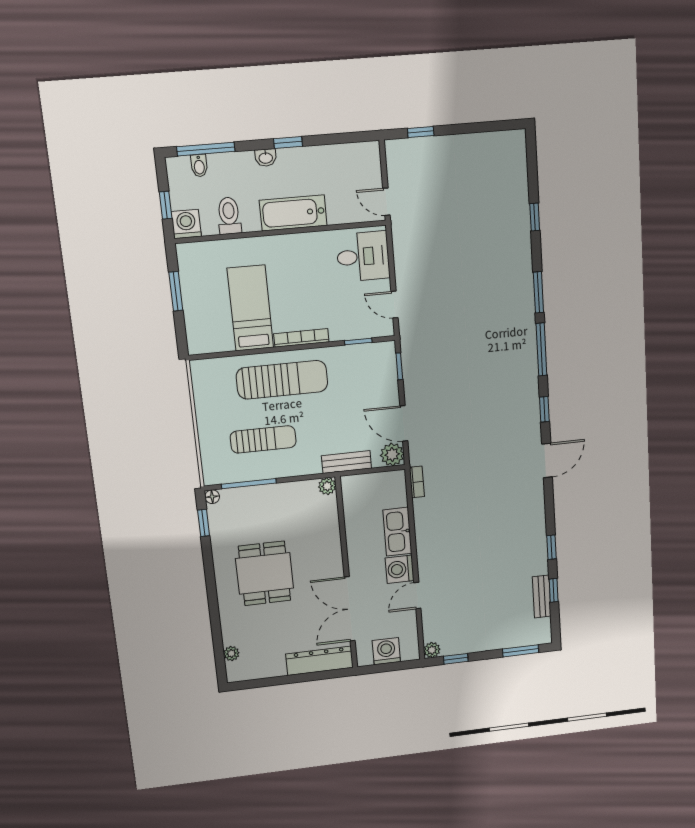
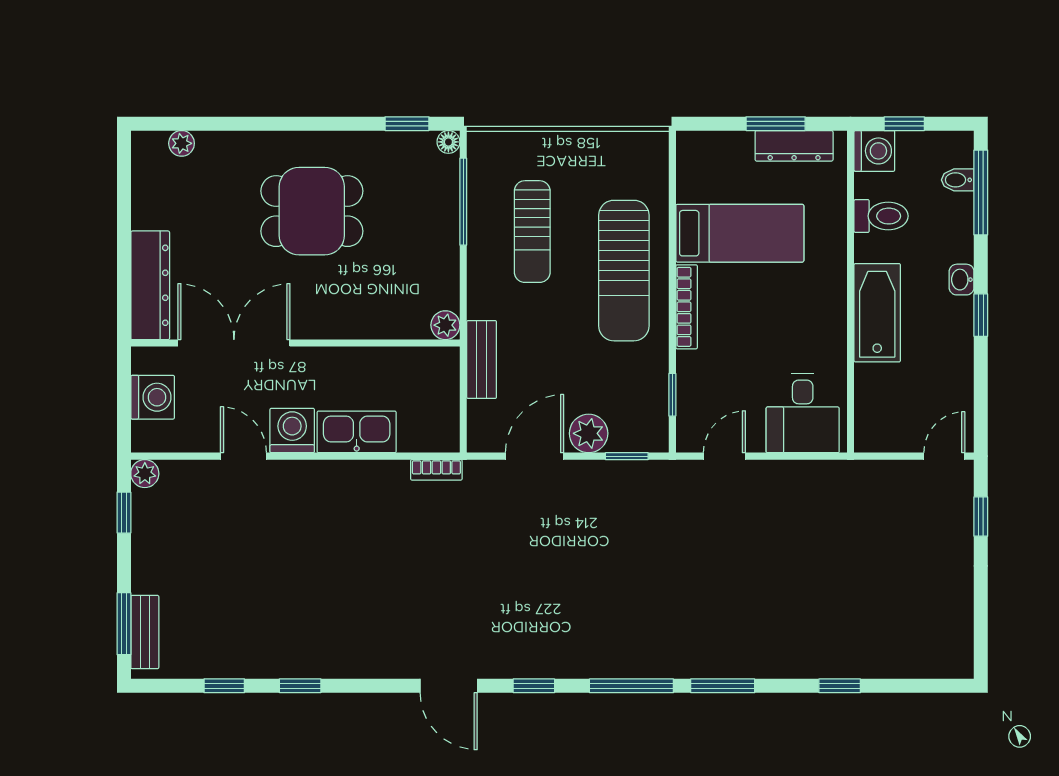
door: (386, 202) -> (944, 456), moved
dresser: (189, 278) -> (794, 146), added
plant: (392, 454) -> (589, 433), moved
bench: (542, 597) -> (145, 632), moved, turned 90

